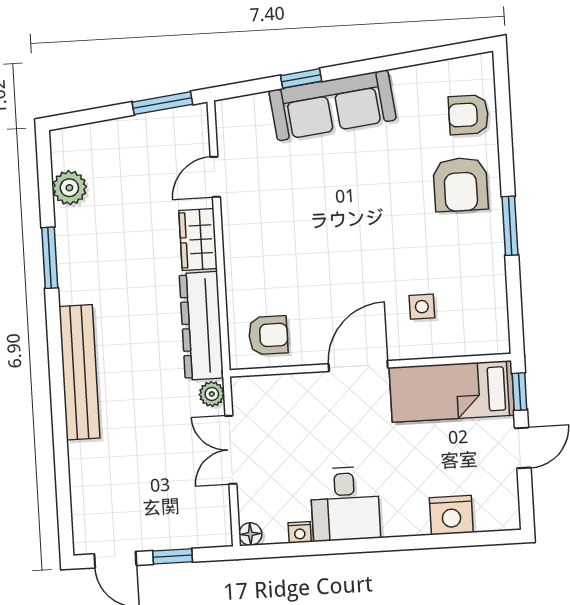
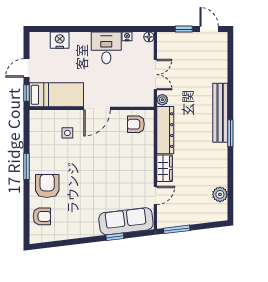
sofa: (333, 105) -> (126, 221), moved
window: (50, 258) -> (230, 133), moved

